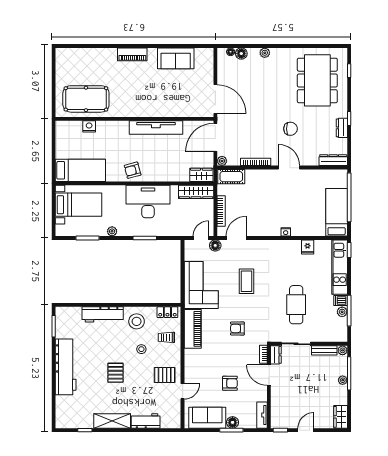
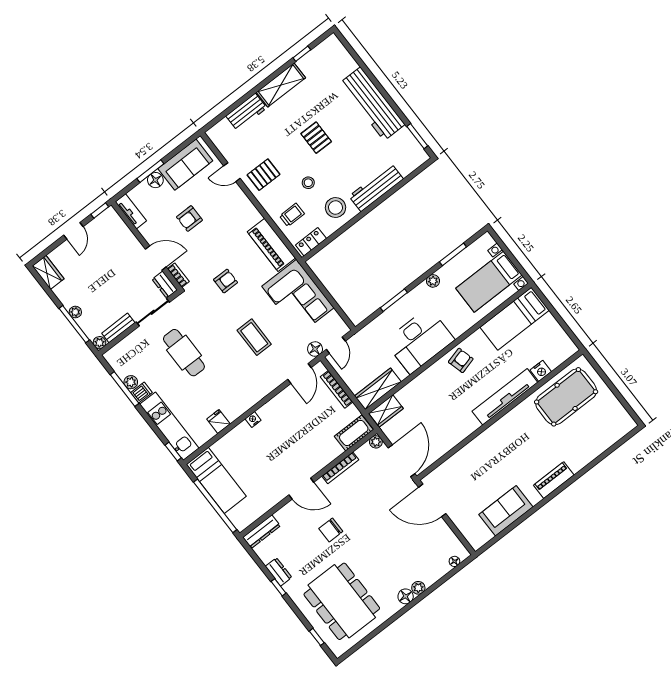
floor lamp: (241, 54) -> (406, 596), moved
tv unit: (156, 128) -> (505, 397), moved
door: (183, 391) -> (232, 172), hinge flipped

